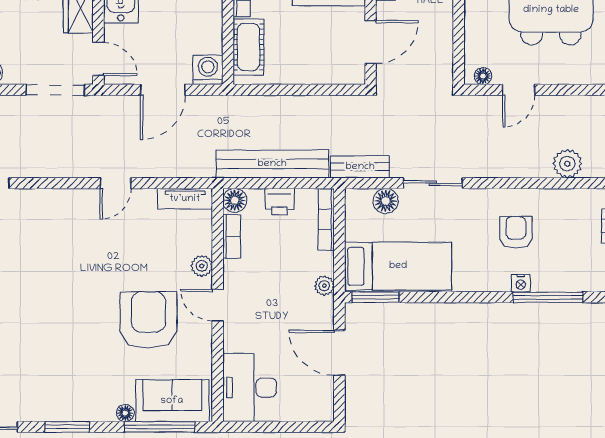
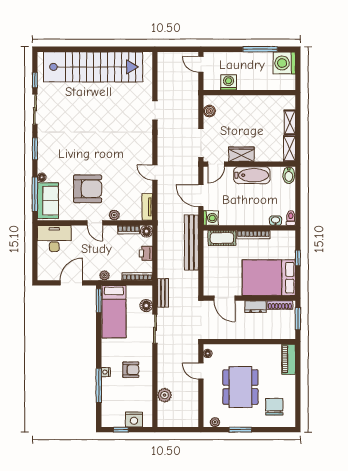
bench: (272, 164) -> (191, 242), moved
door: (218, 305) -> (95, 223), swing flipped

